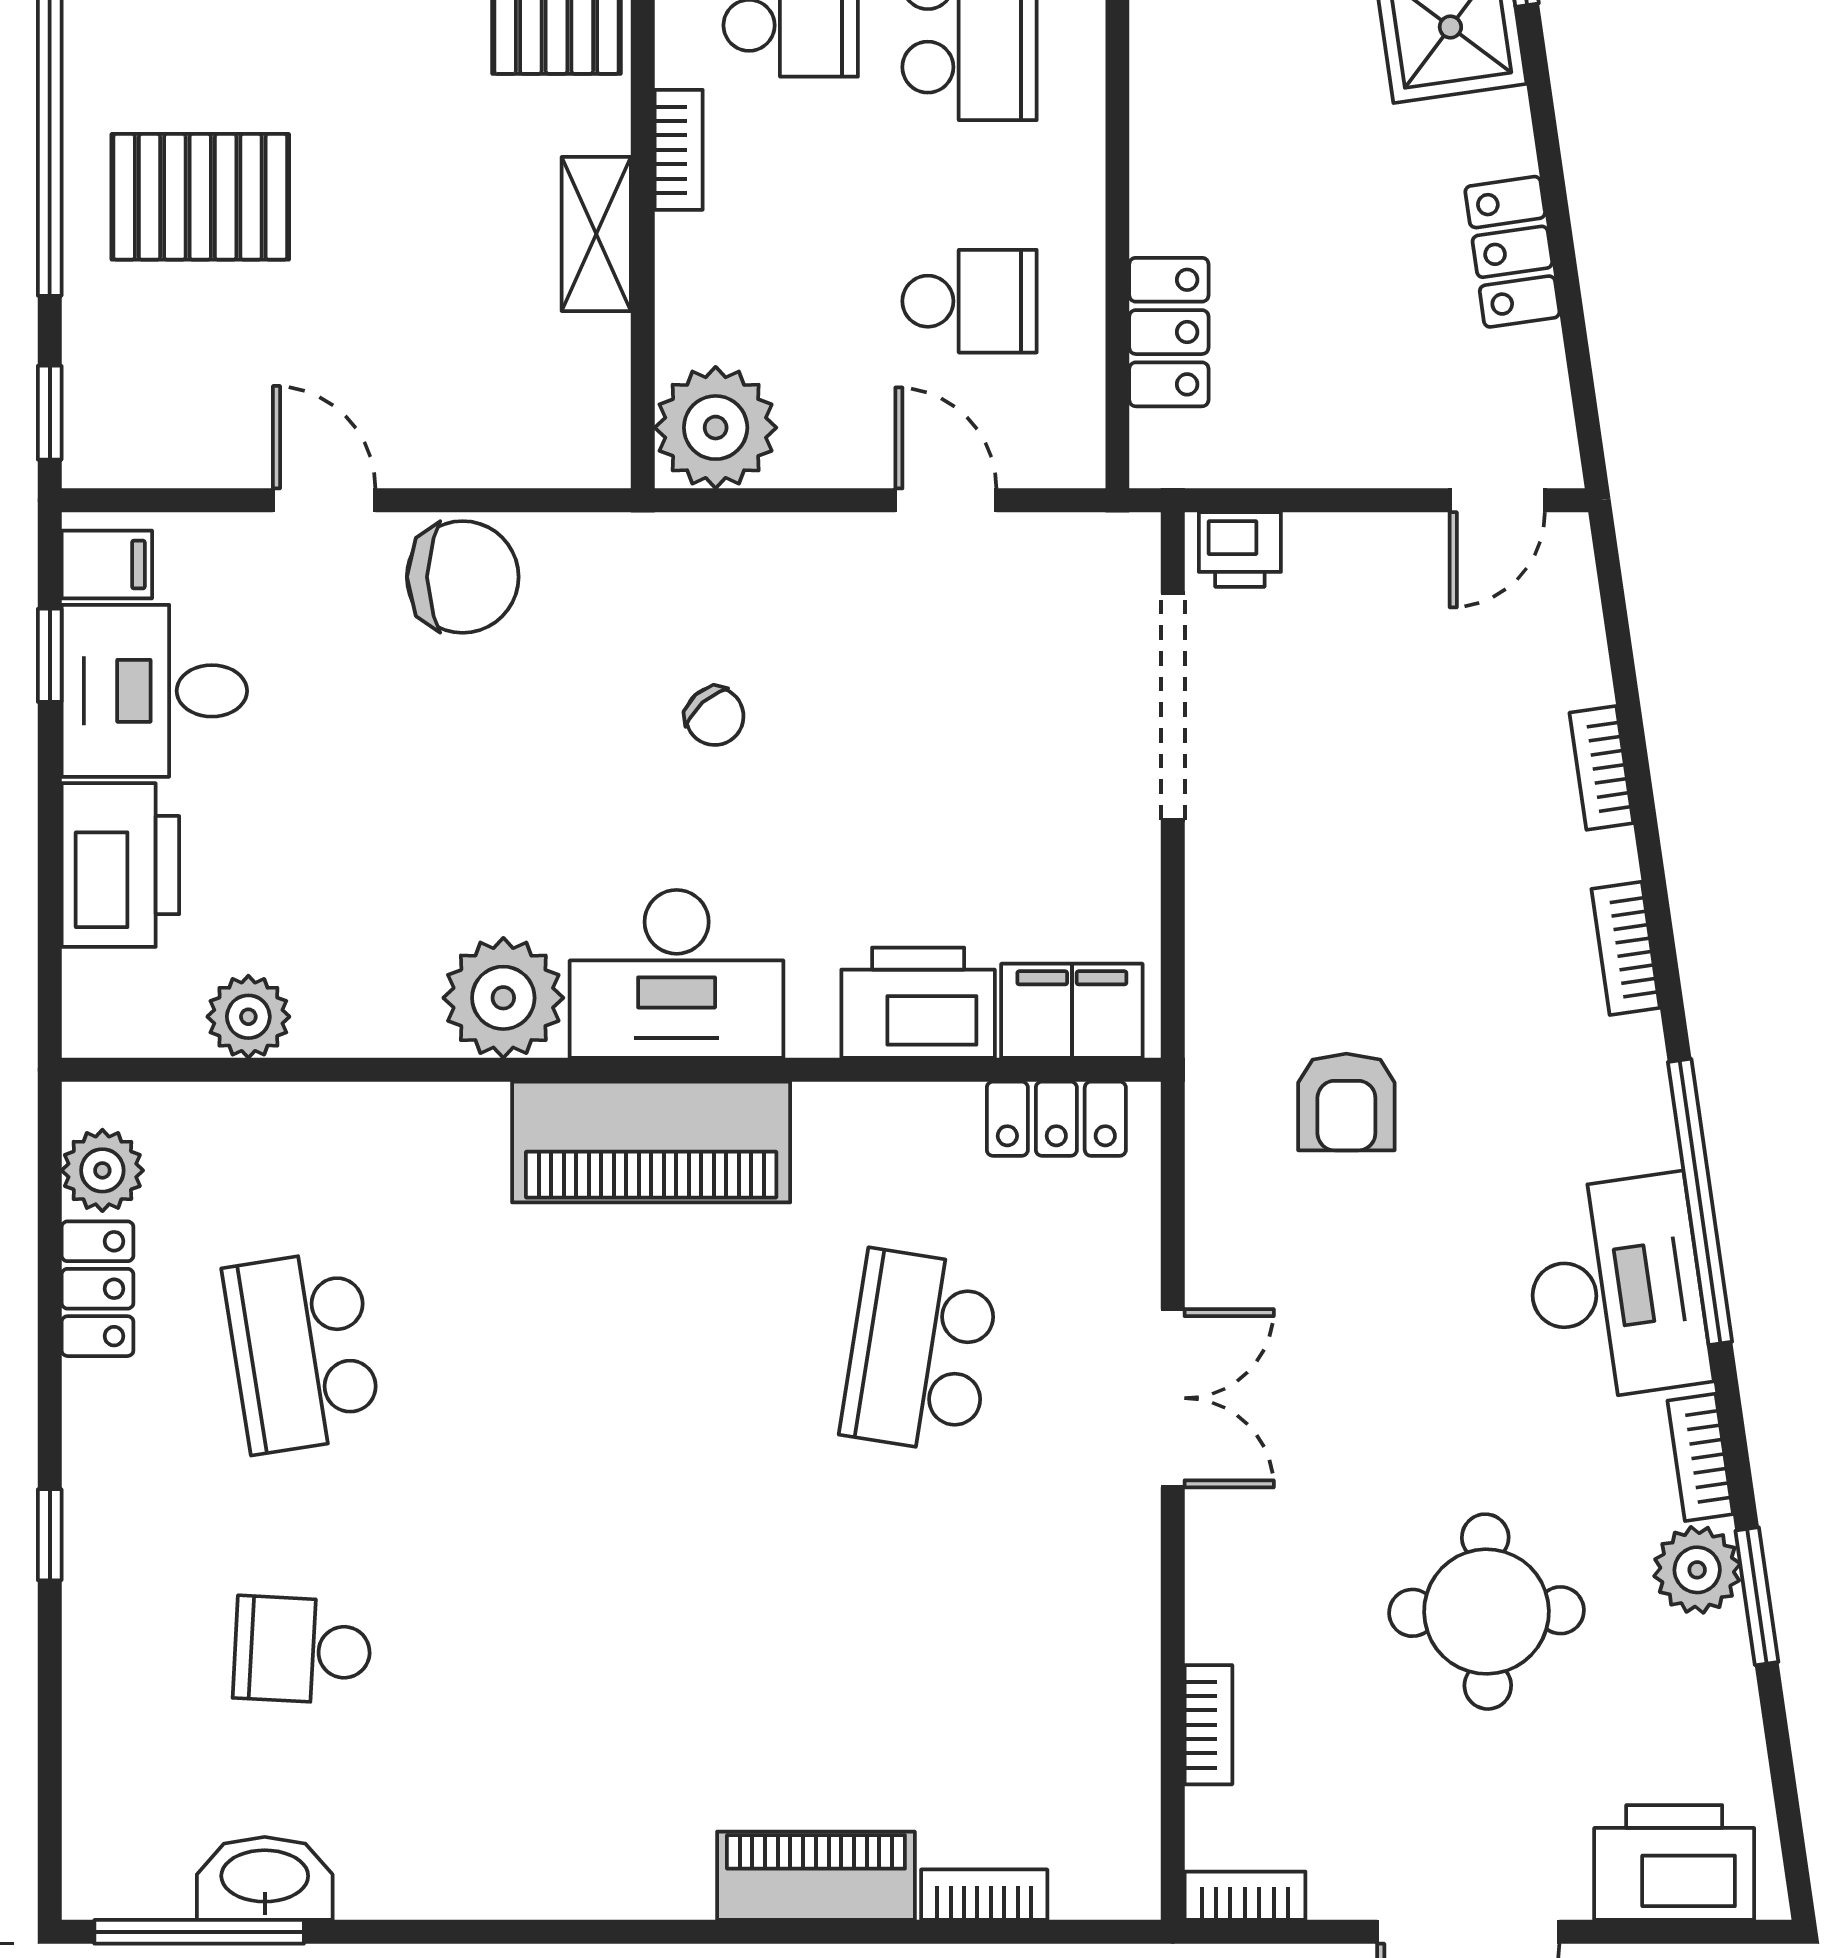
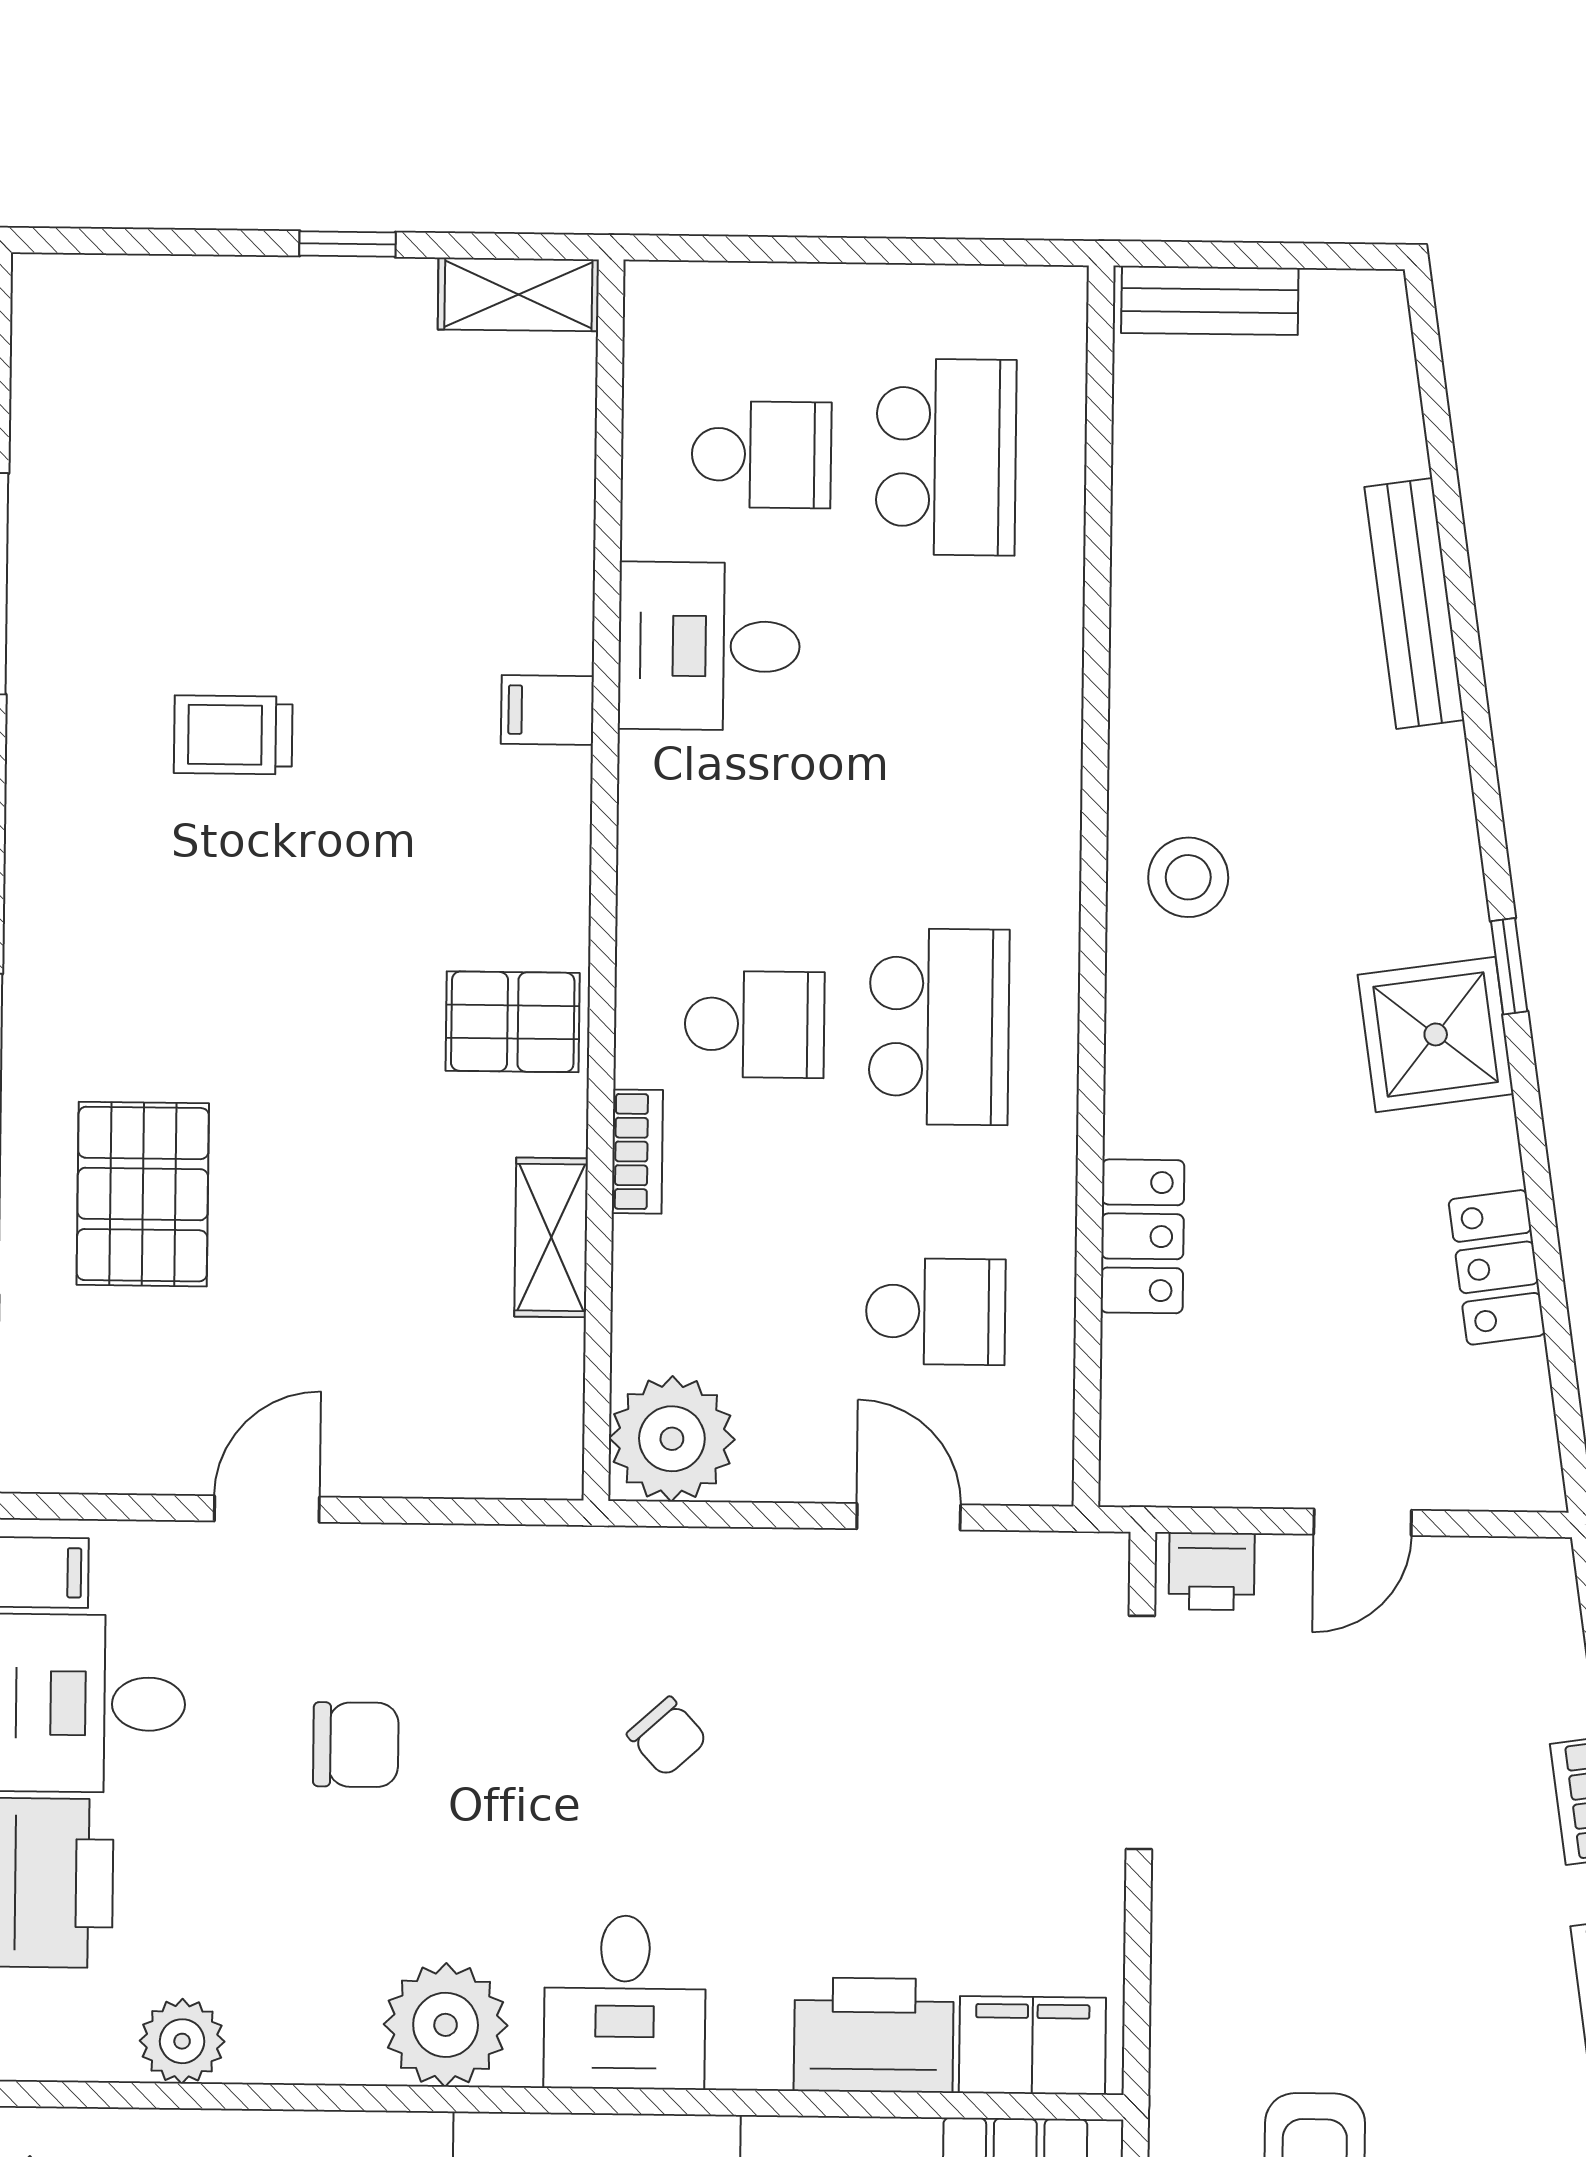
pallet: (200, 197) -> (143, 1194), turned 90
locker: (1169, 332) -> (1142, 1236), moved
door: (324, 500) -> (267, 1509), hinge flipped
door: (1497, 500) -> (1363, 1522), moved
chair: (463, 577) -> (356, 1745), moved, width x0.73, depth x0.73
desk: (677, 974) -> (625, 2002), width x0.73

